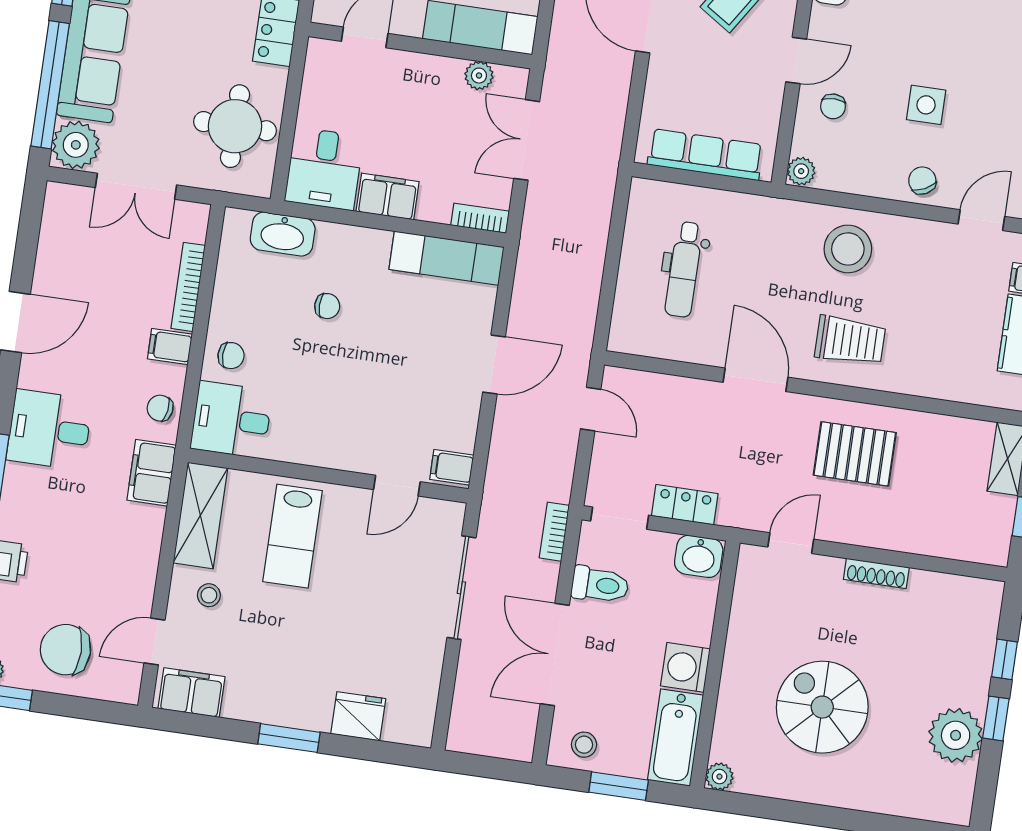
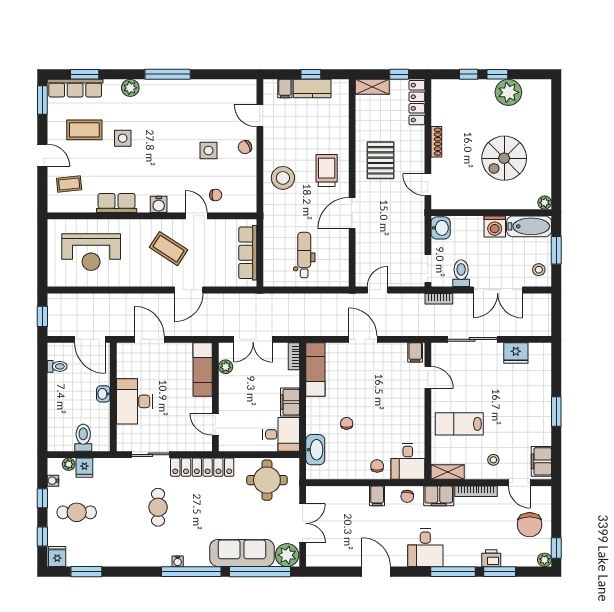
plant: (801, 171) -> (249, 206), removed
dental chair: (684, 269) -> (304, 255), turned -90
bookcase: (188, 287) -> (476, 491), moved
locker: (685, 505) -> (417, 103), moved, width x1.53
shelving: (200, 515) -> (448, 472), width x0.67, depth x0.75
lab bench: (293, 536) -> (459, 424), turned 180
fridge: (358, 716) -> (516, 353), moved, turned -90

